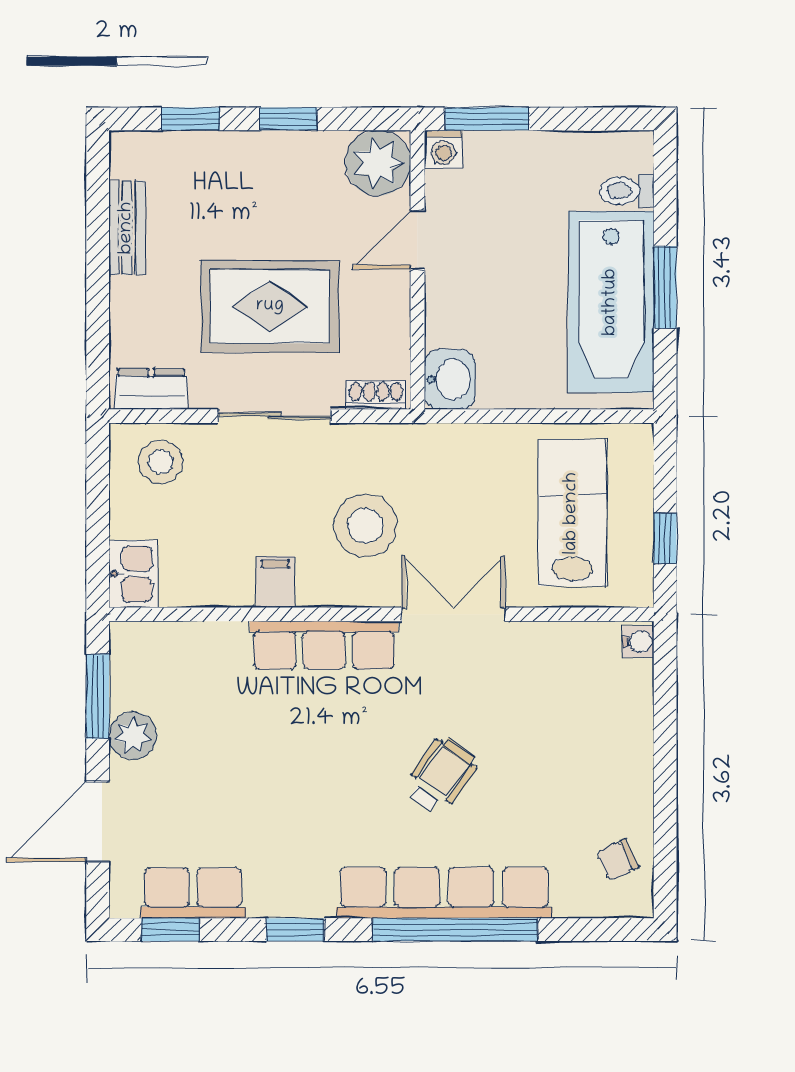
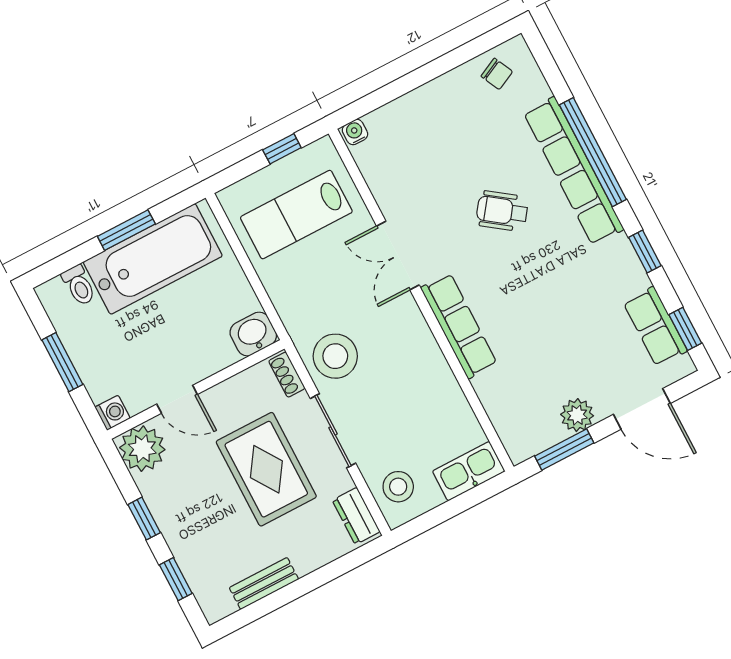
window: (487, 119) -> (62, 362), moved
stool: (366, 526) -> (335, 356), moved
kitchen sink: (133, 574) -> (469, 471), width x1.38
filing cabinet: (275, 582) -> (435, 376), removed

